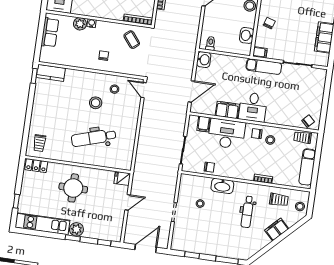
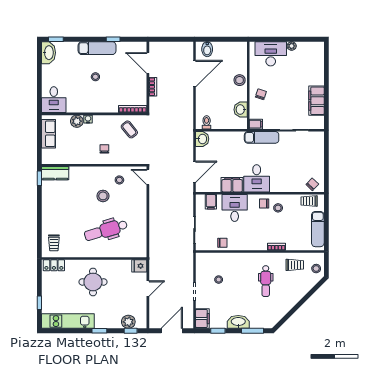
desk: (227, 134) -> (235, 208), width x0.73
washbasin: (222, 186) -> (238, 322), moved, turned 180
plant: (76, 229) -> (128, 322), moved
filing cabinet: (277, 229) -> (202, 319), moved, turned 135

